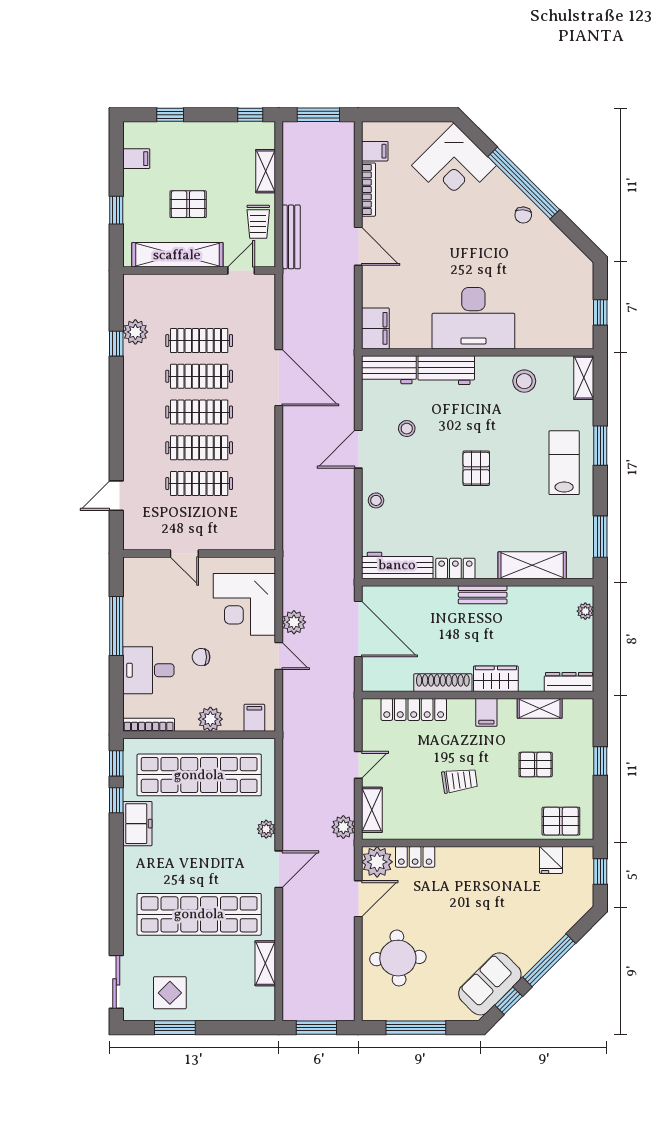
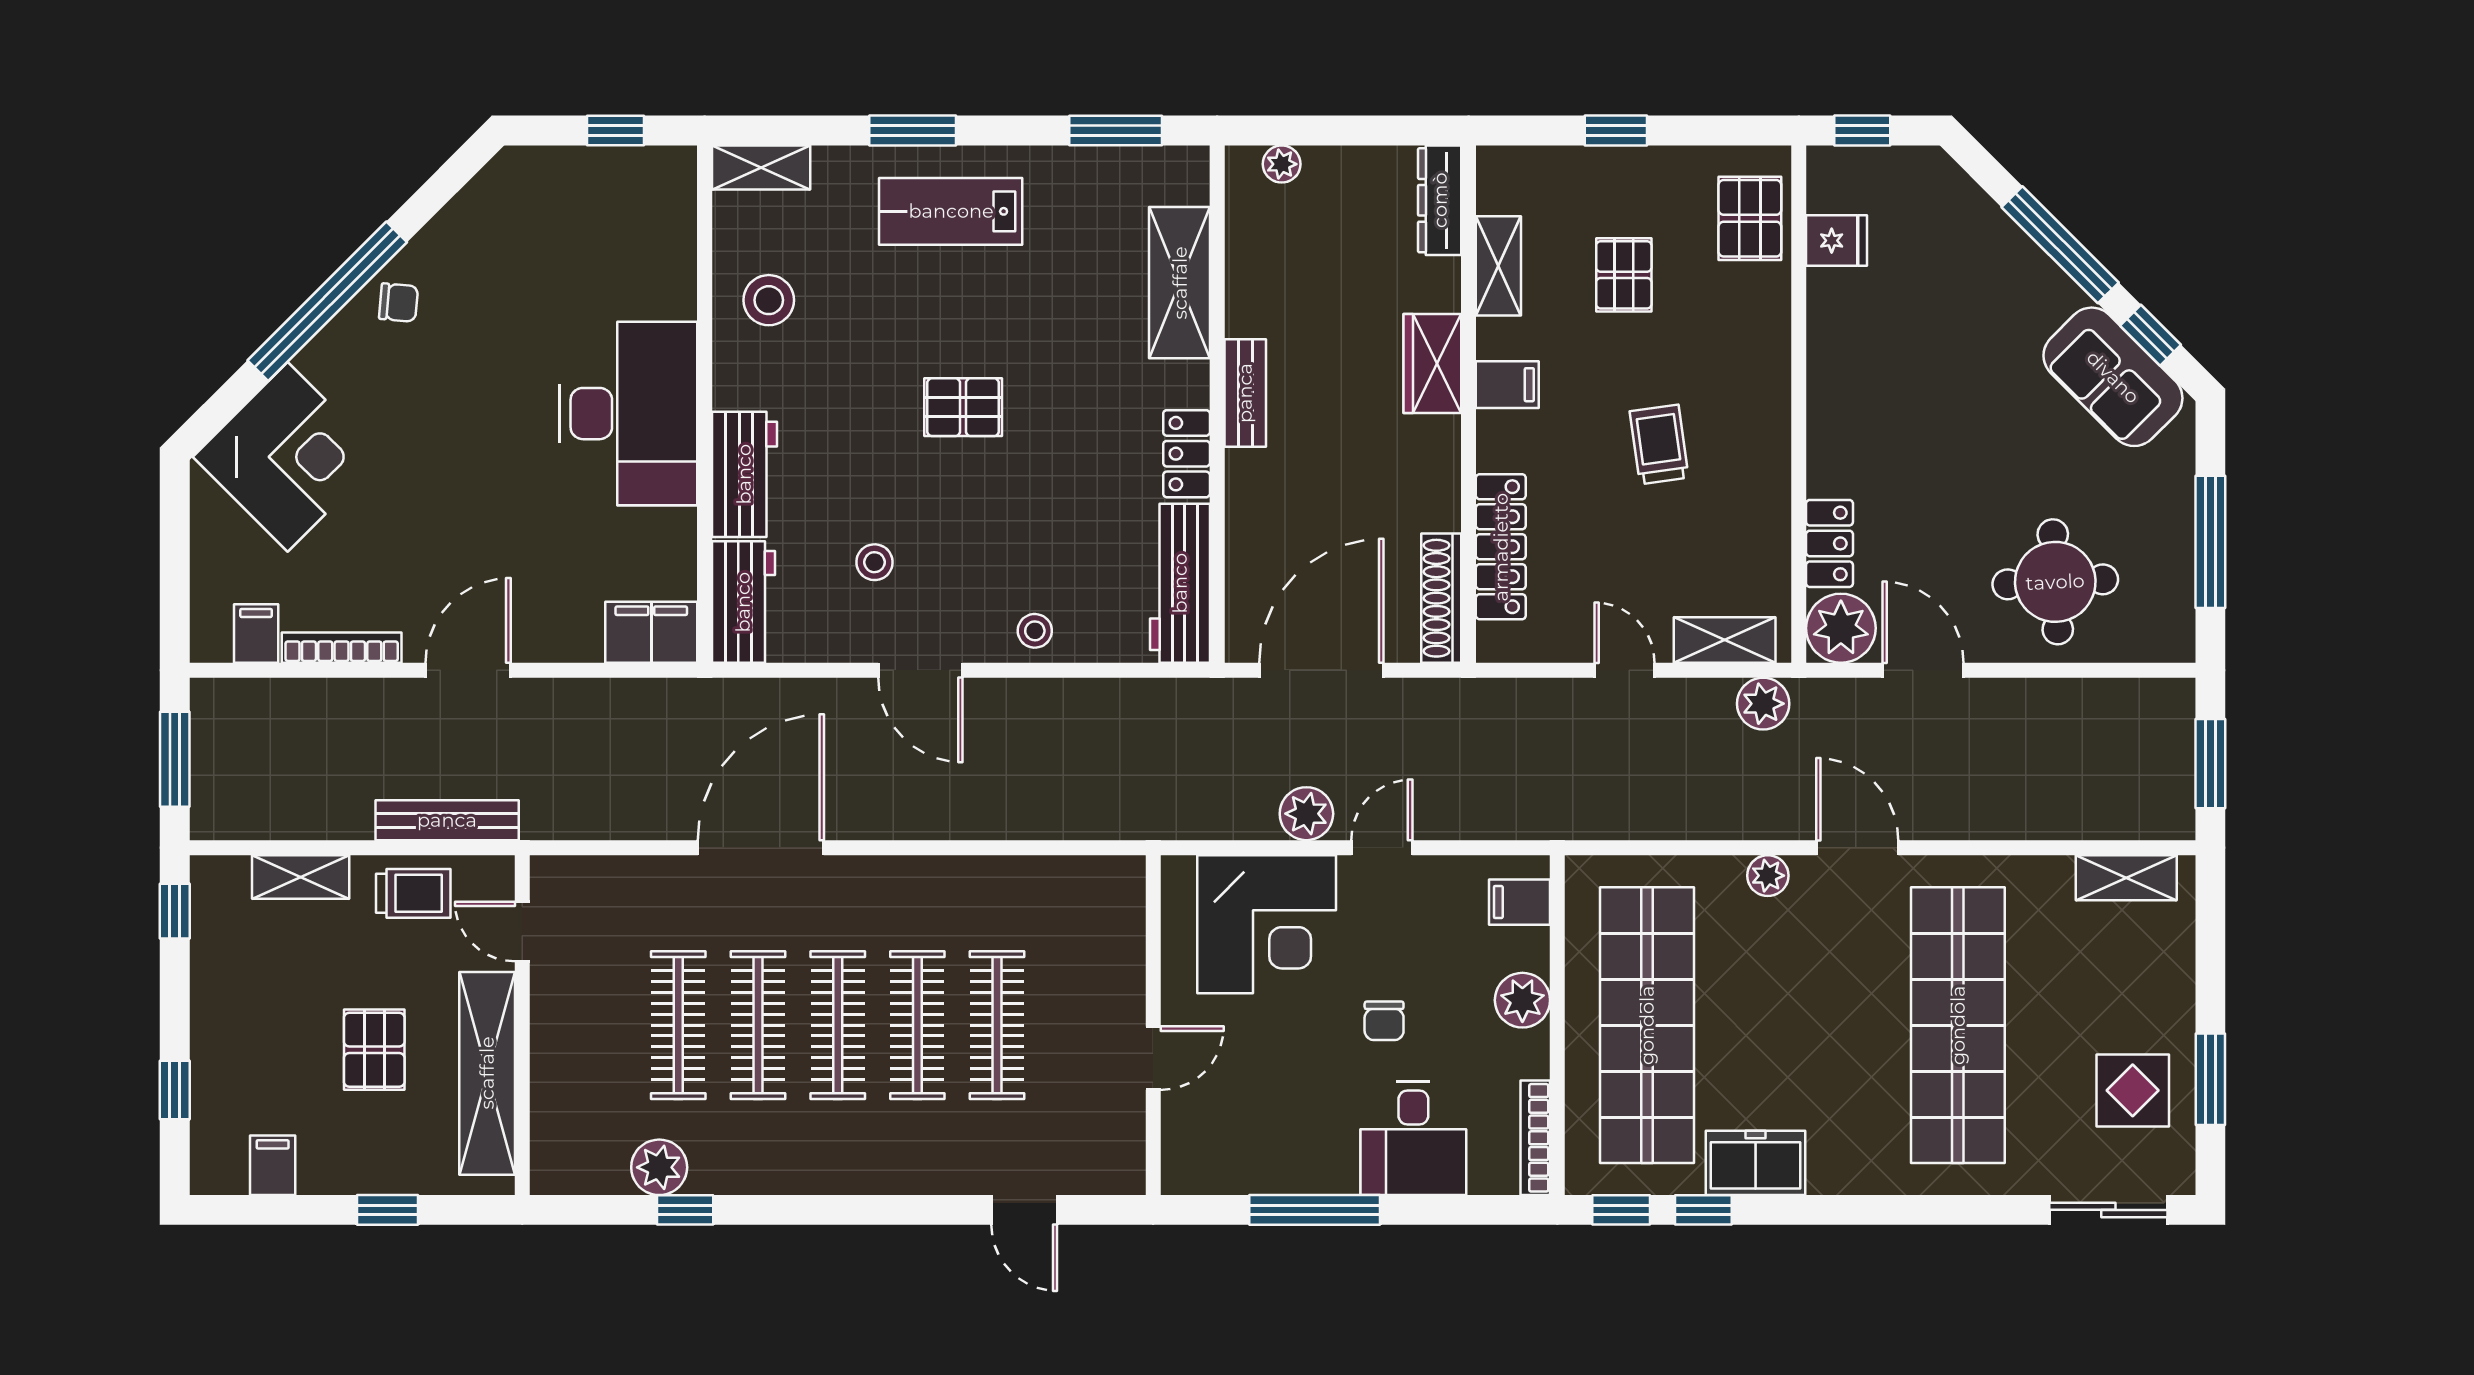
shoe rack: (443, 683) -> (1441, 598), moved
shelving: (265, 963) -> (2126, 878), moved

